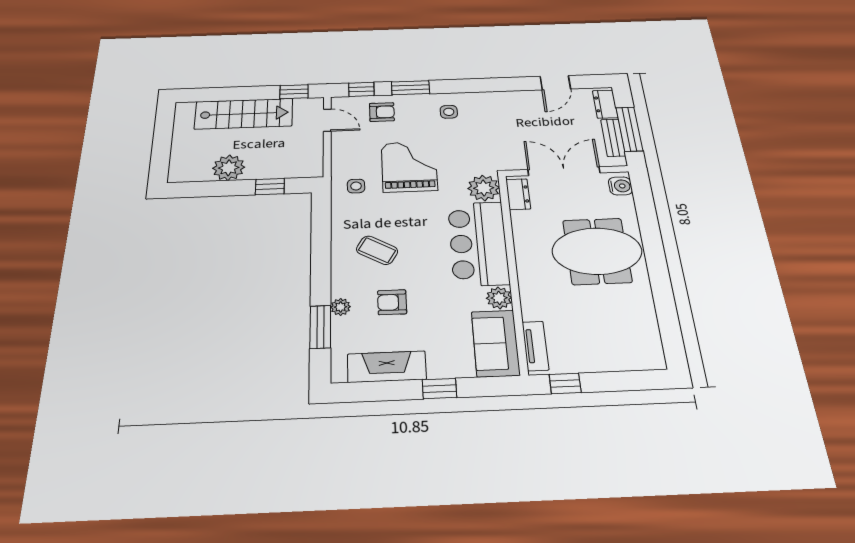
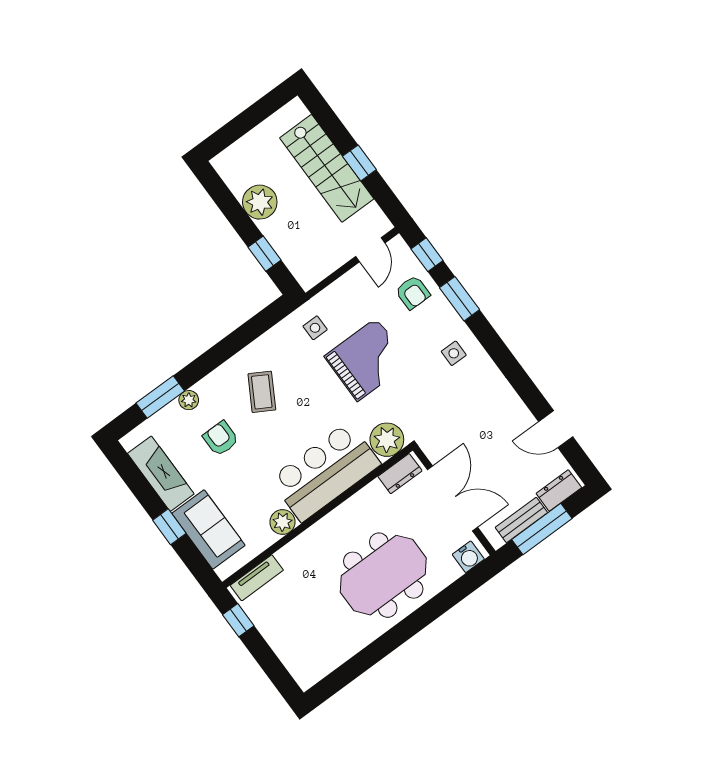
window: (294, 92) -> (359, 163), moved
meeting table: (597, 251) -> (383, 575), turned 90
sofa: (496, 343) -> (208, 529), moved, turned 90

